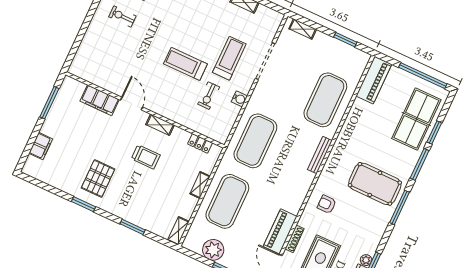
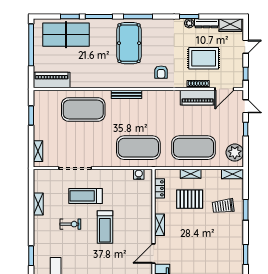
exercise bike: (209, 96) -> (70, 224), moved
water cooler: (239, 99) -> (139, 174), moved
trolley: (146, 157) -> (223, 206), moved, turned -97
pallet: (98, 178) -> (190, 199), moved
plant: (213, 250) -> (235, 153), moved

